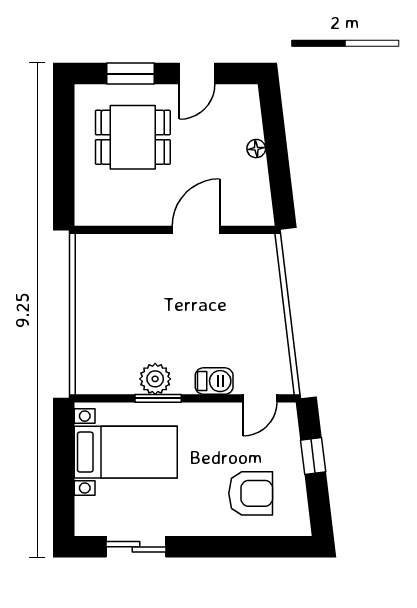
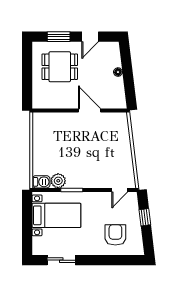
door: (196, 230) -> (90, 110), hinge flipped
plant: (155, 379) -> (58, 181), moved
barbecue: (214, 381) -> (41, 182), moved
armchair: (251, 493) -> (115, 235), turned -90

